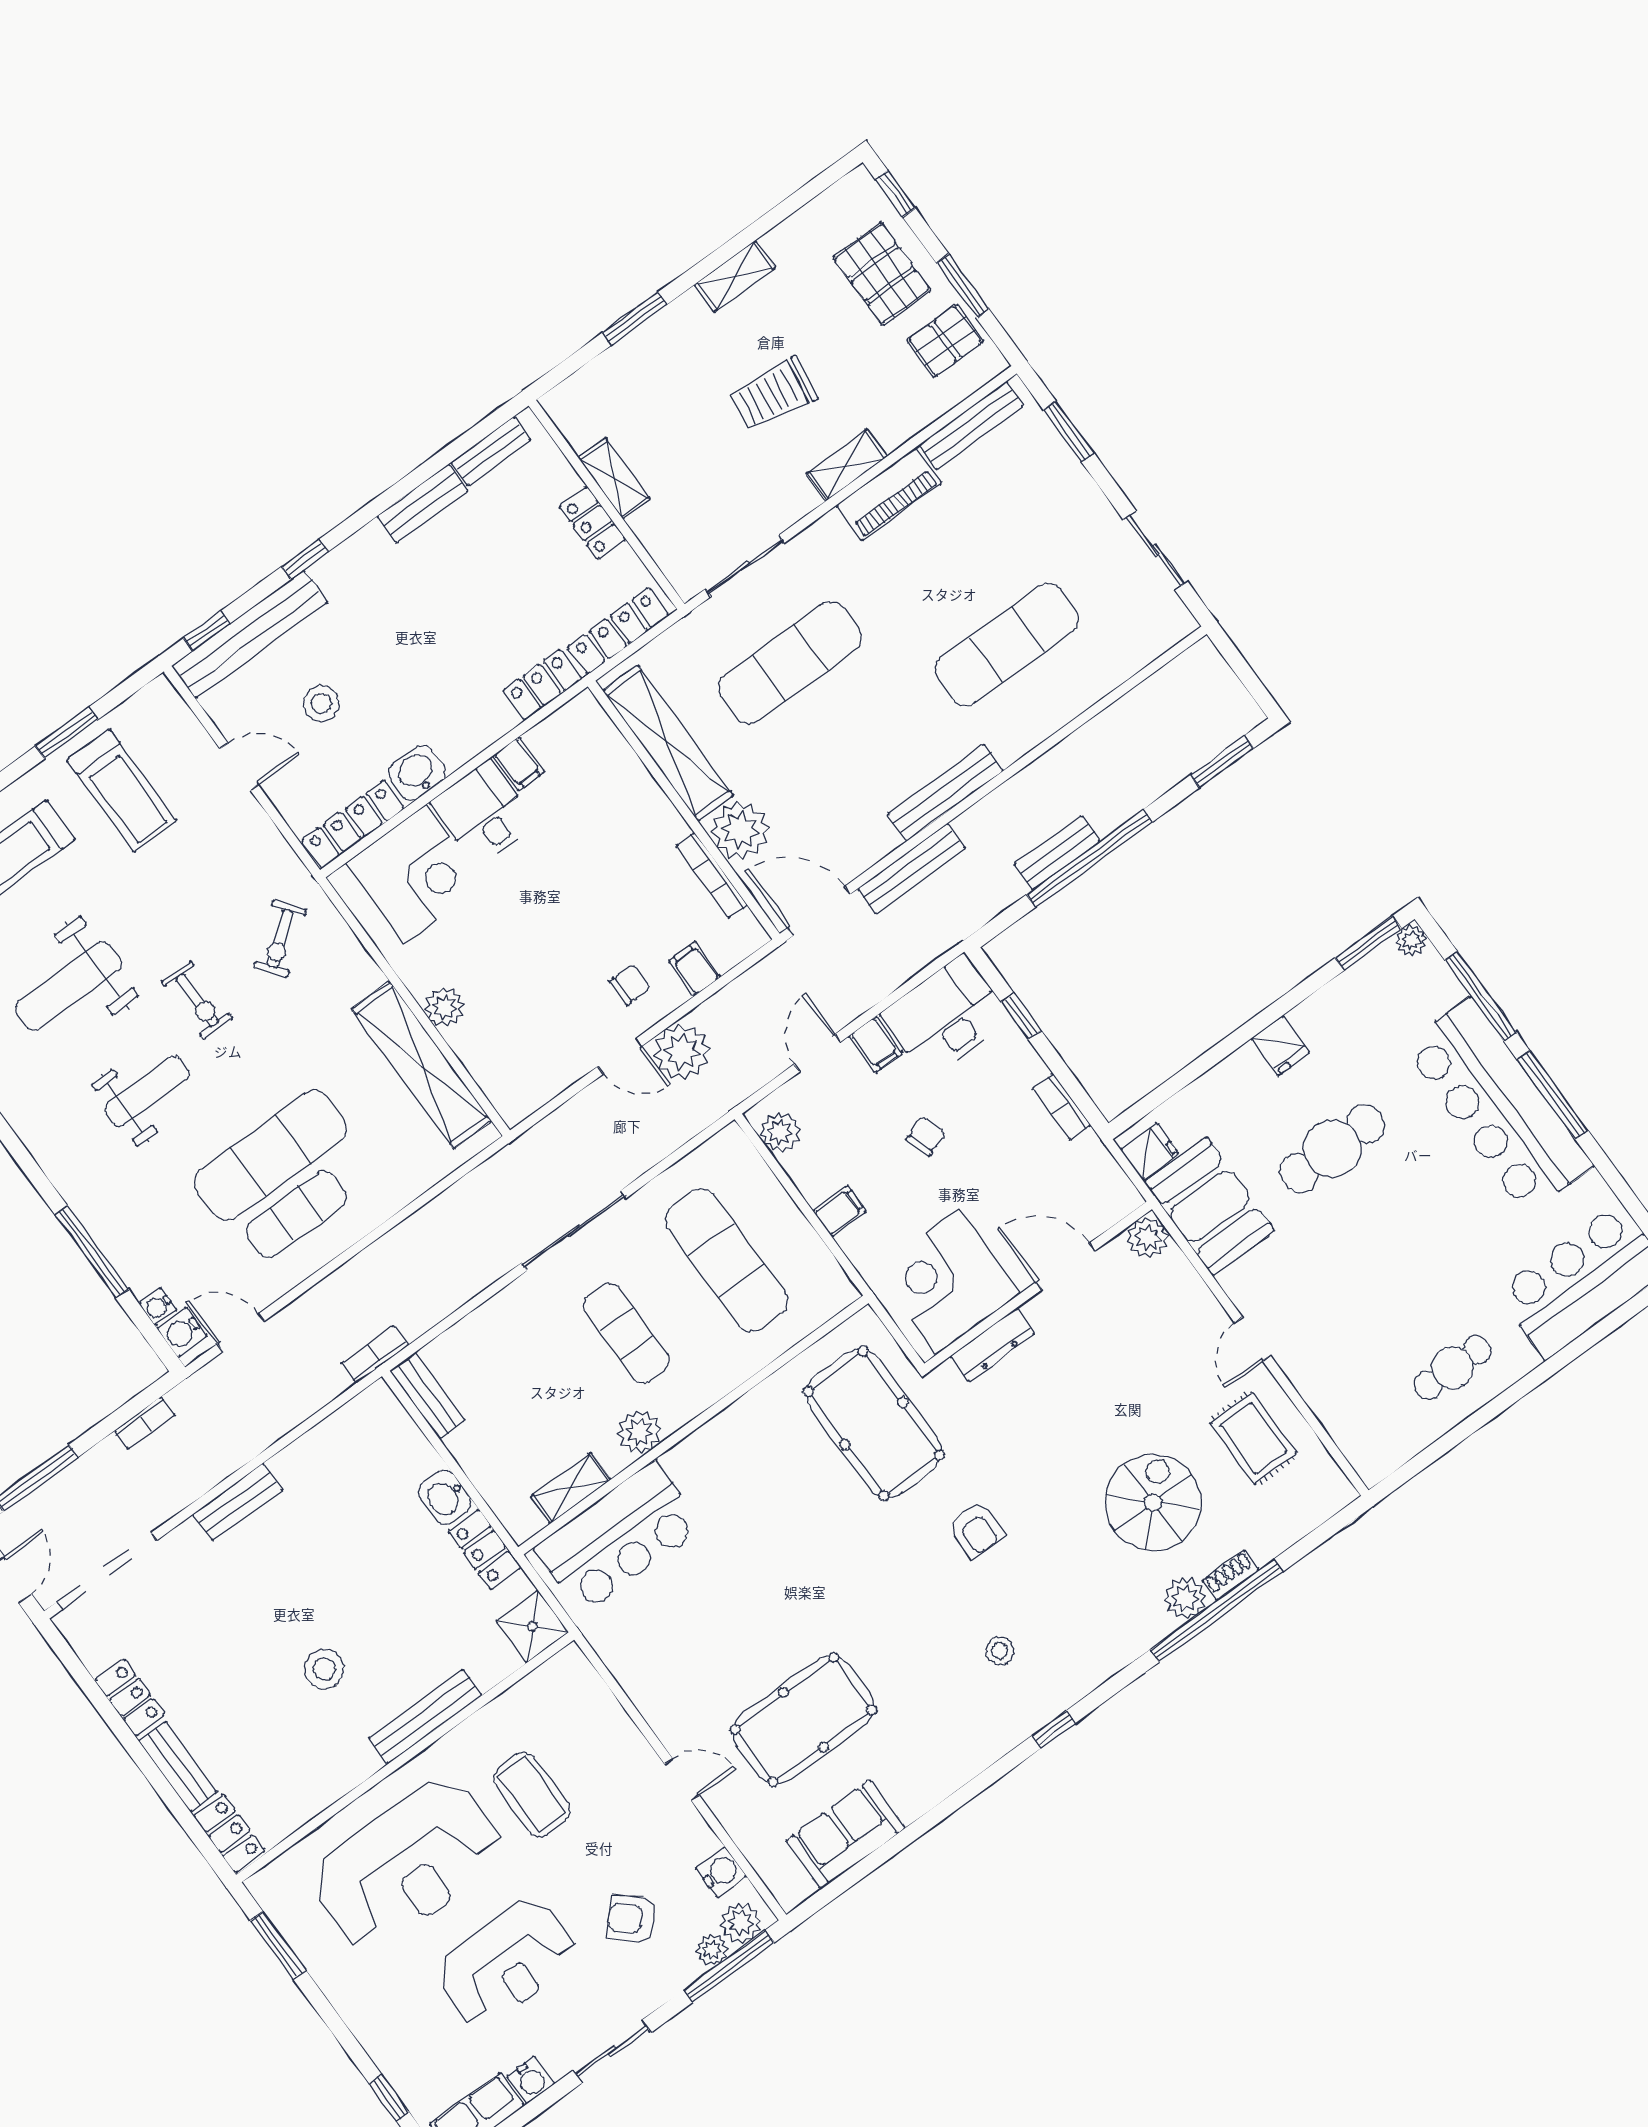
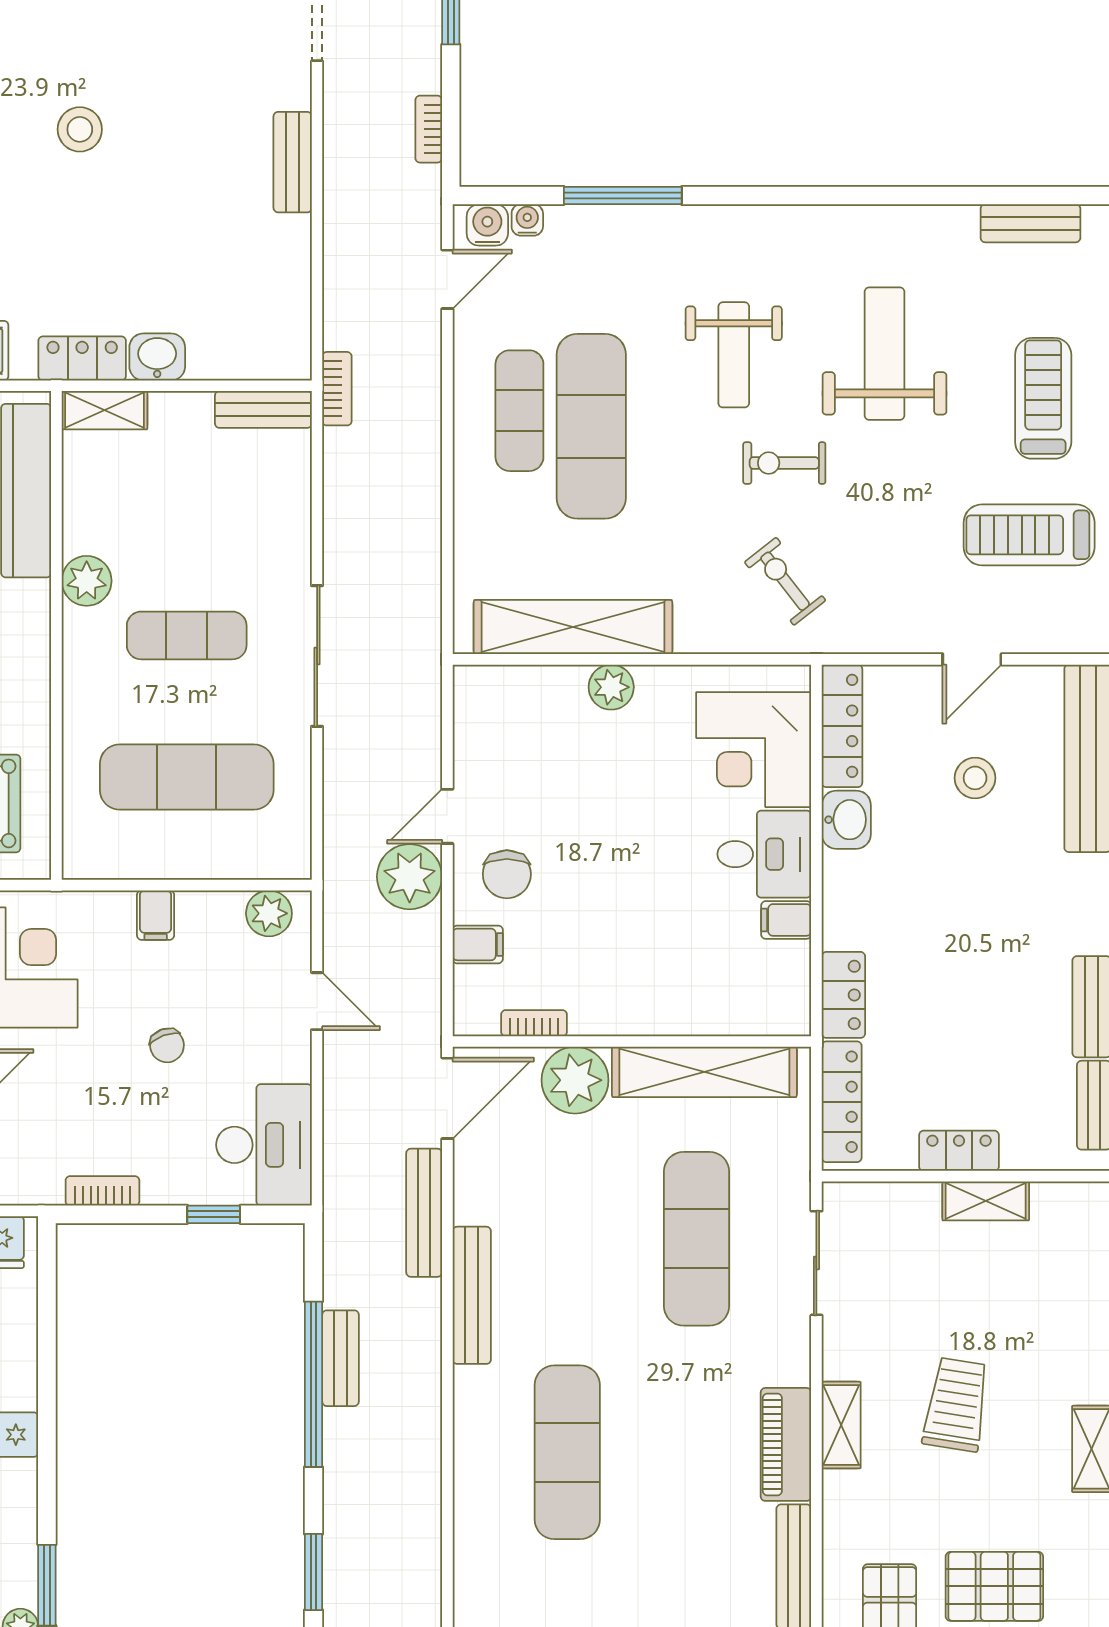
bookcase: (712, 876) -> (534, 1023), width x0.64
chair: (630, 984) -> (507, 874), width x1.37, depth x1.37
filing cabinet: (876, 1044) -> (286, 1061), removed
shelving: (571, 1488) -> (104, 410), moved, turned 90

